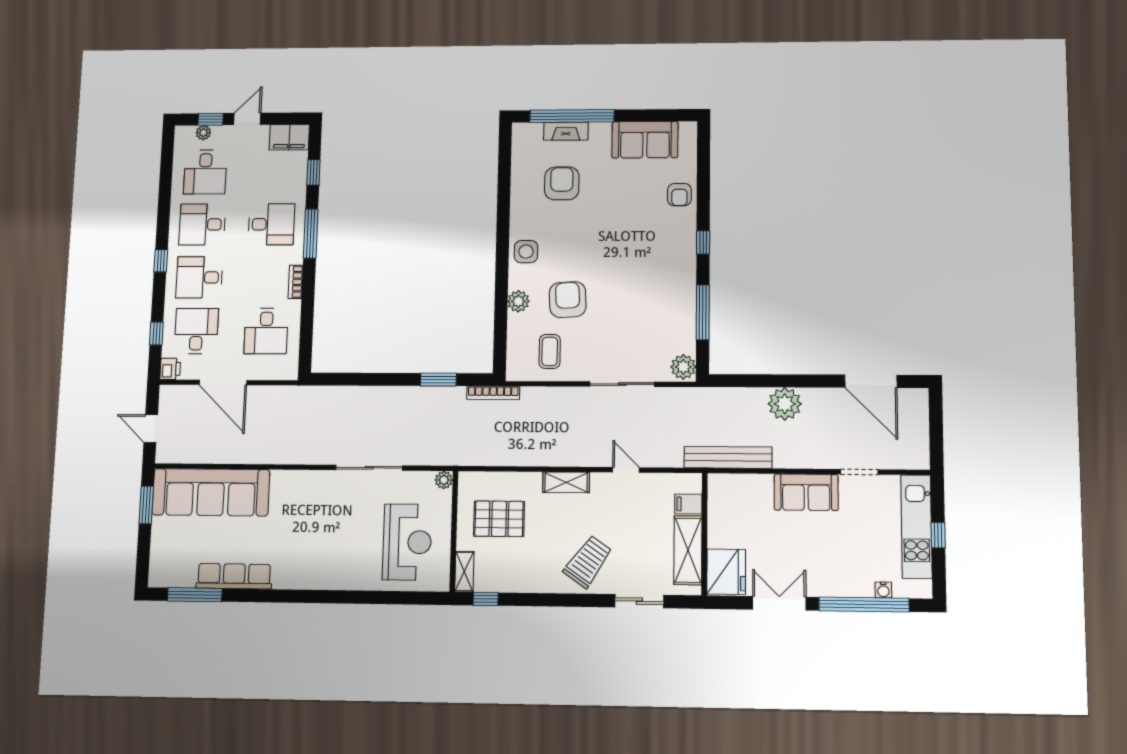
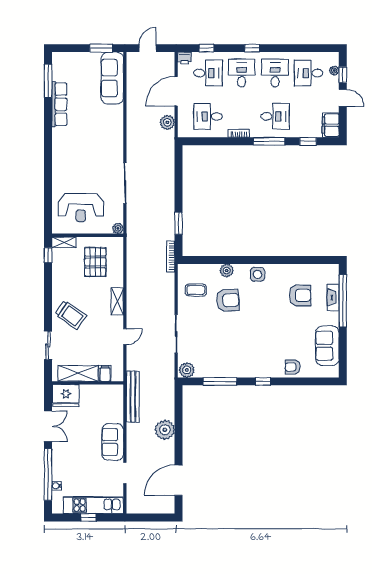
desk: (271, 224) -> (275, 116), turned -90
plant: (273, 397) -> (167, 122), added
sofa: (211, 492) -> (112, 78), width x0.74, depth x0.79

